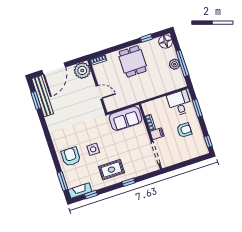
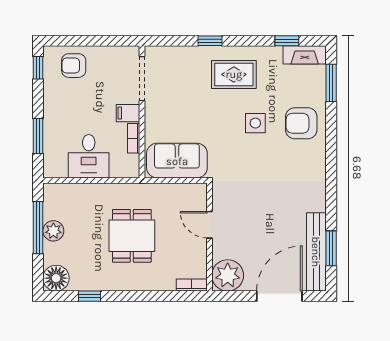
dining table: (133, 61) -> (132, 236), moved
desk: (179, 103) -> (89, 156), moved
armchair: (184, 130) -> (74, 66), moved
armchair: (71, 157) -> (301, 123), turned 90

